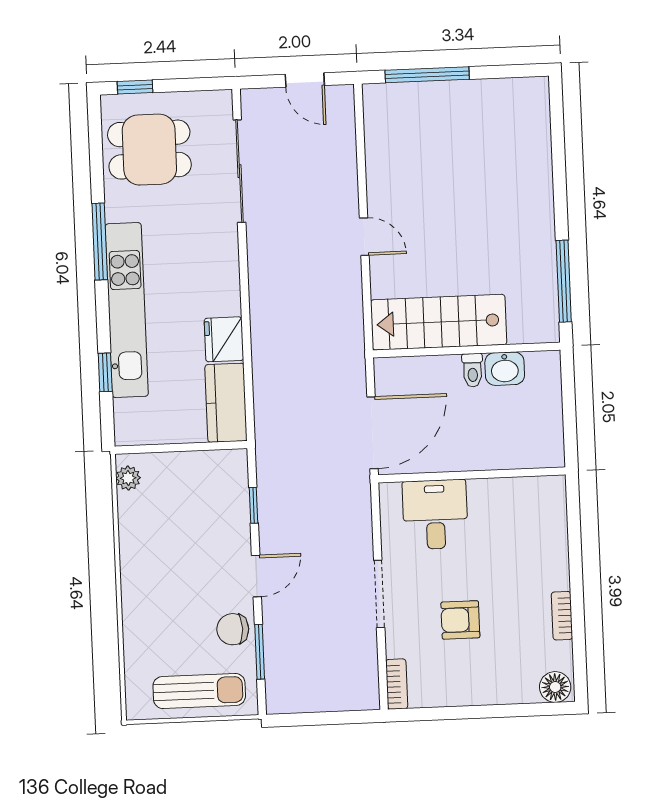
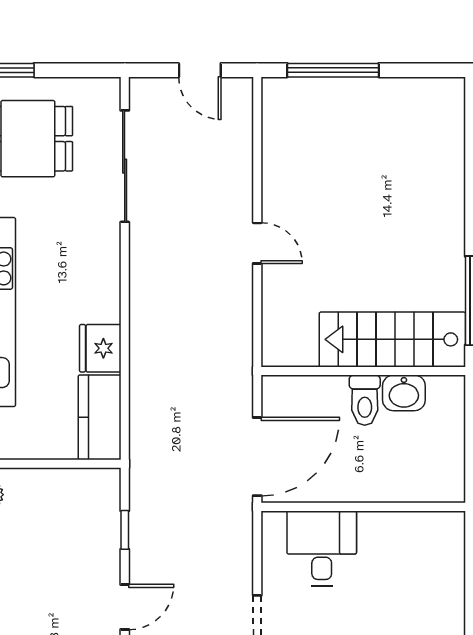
stairs: (439, 322) -> (392, 339), moved
toilet: (473, 370) -> (365, 400), width x1.37, depth x1.39

